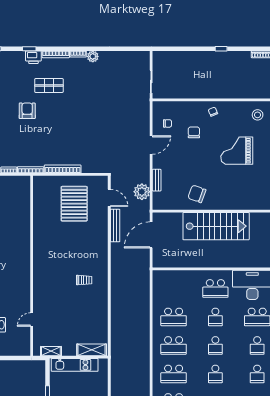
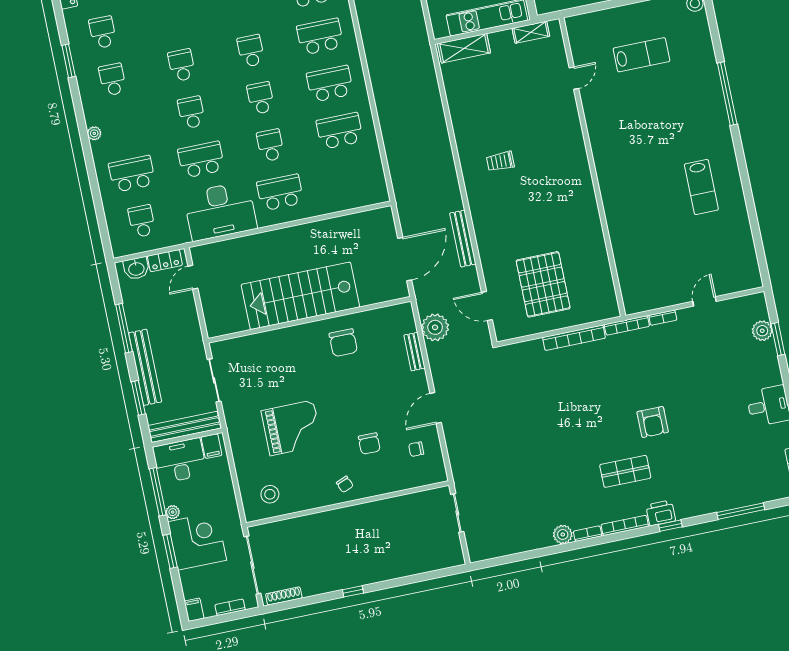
chair: (197, 194) -> (343, 343), turned 70
bench: (115, 226) -> (463, 239), moved

